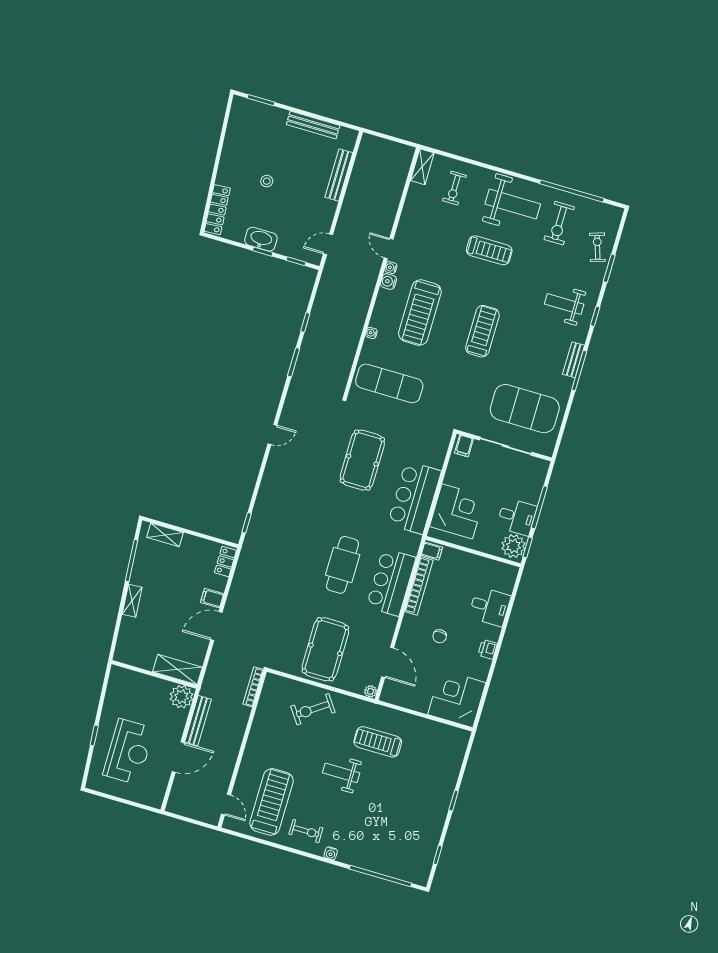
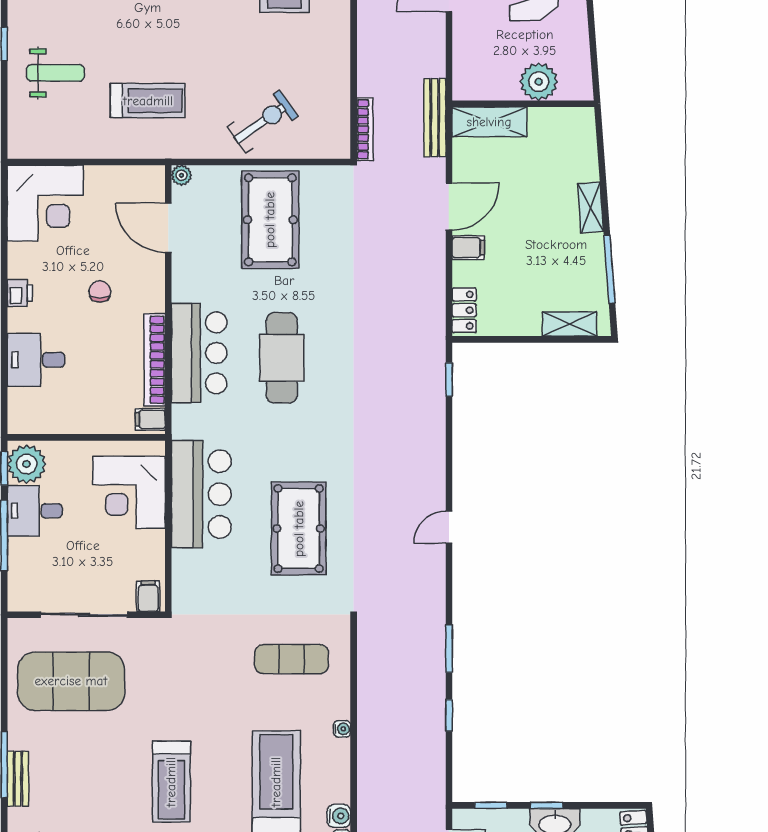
exercise mat: (389, 383) -> (292, 659), width x0.73, depth x0.69
plant: (181, 697) -> (539, 82), moved
bench: (198, 721) -> (435, 118), moved
weight bench: (341, 773) -> (55, 73), moved

